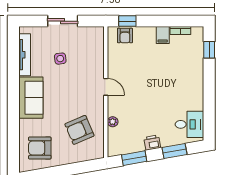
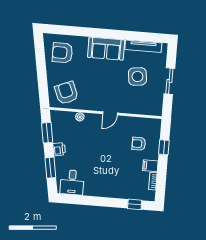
window: (127, 21) -> (164, 147), moved
armchair: (125, 36) -> (139, 144), moved
side table: (60, 59) -> (137, 76), width x1.87, depth x1.87
armchair: (79, 130) -> (66, 93), moved
armchair: (40, 148) -> (62, 53), turned -90

